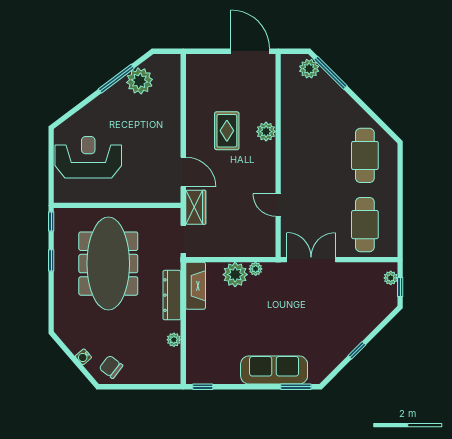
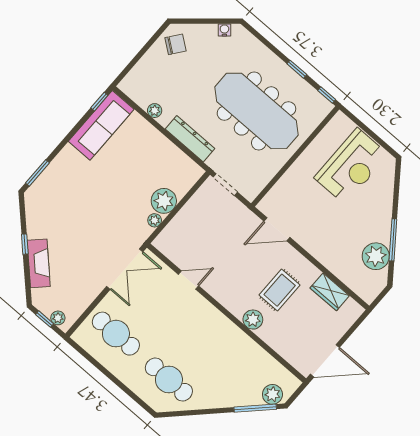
rug: (227, 131) -> (280, 290), turned 90
wardrobe: (196, 207) -> (330, 292), moved
fireplace: (196, 286) -> (39, 263), moved, turned -135
water cooler: (83, 357) -> (224, 30), moved
sofa: (274, 370) -> (101, 125), moved

